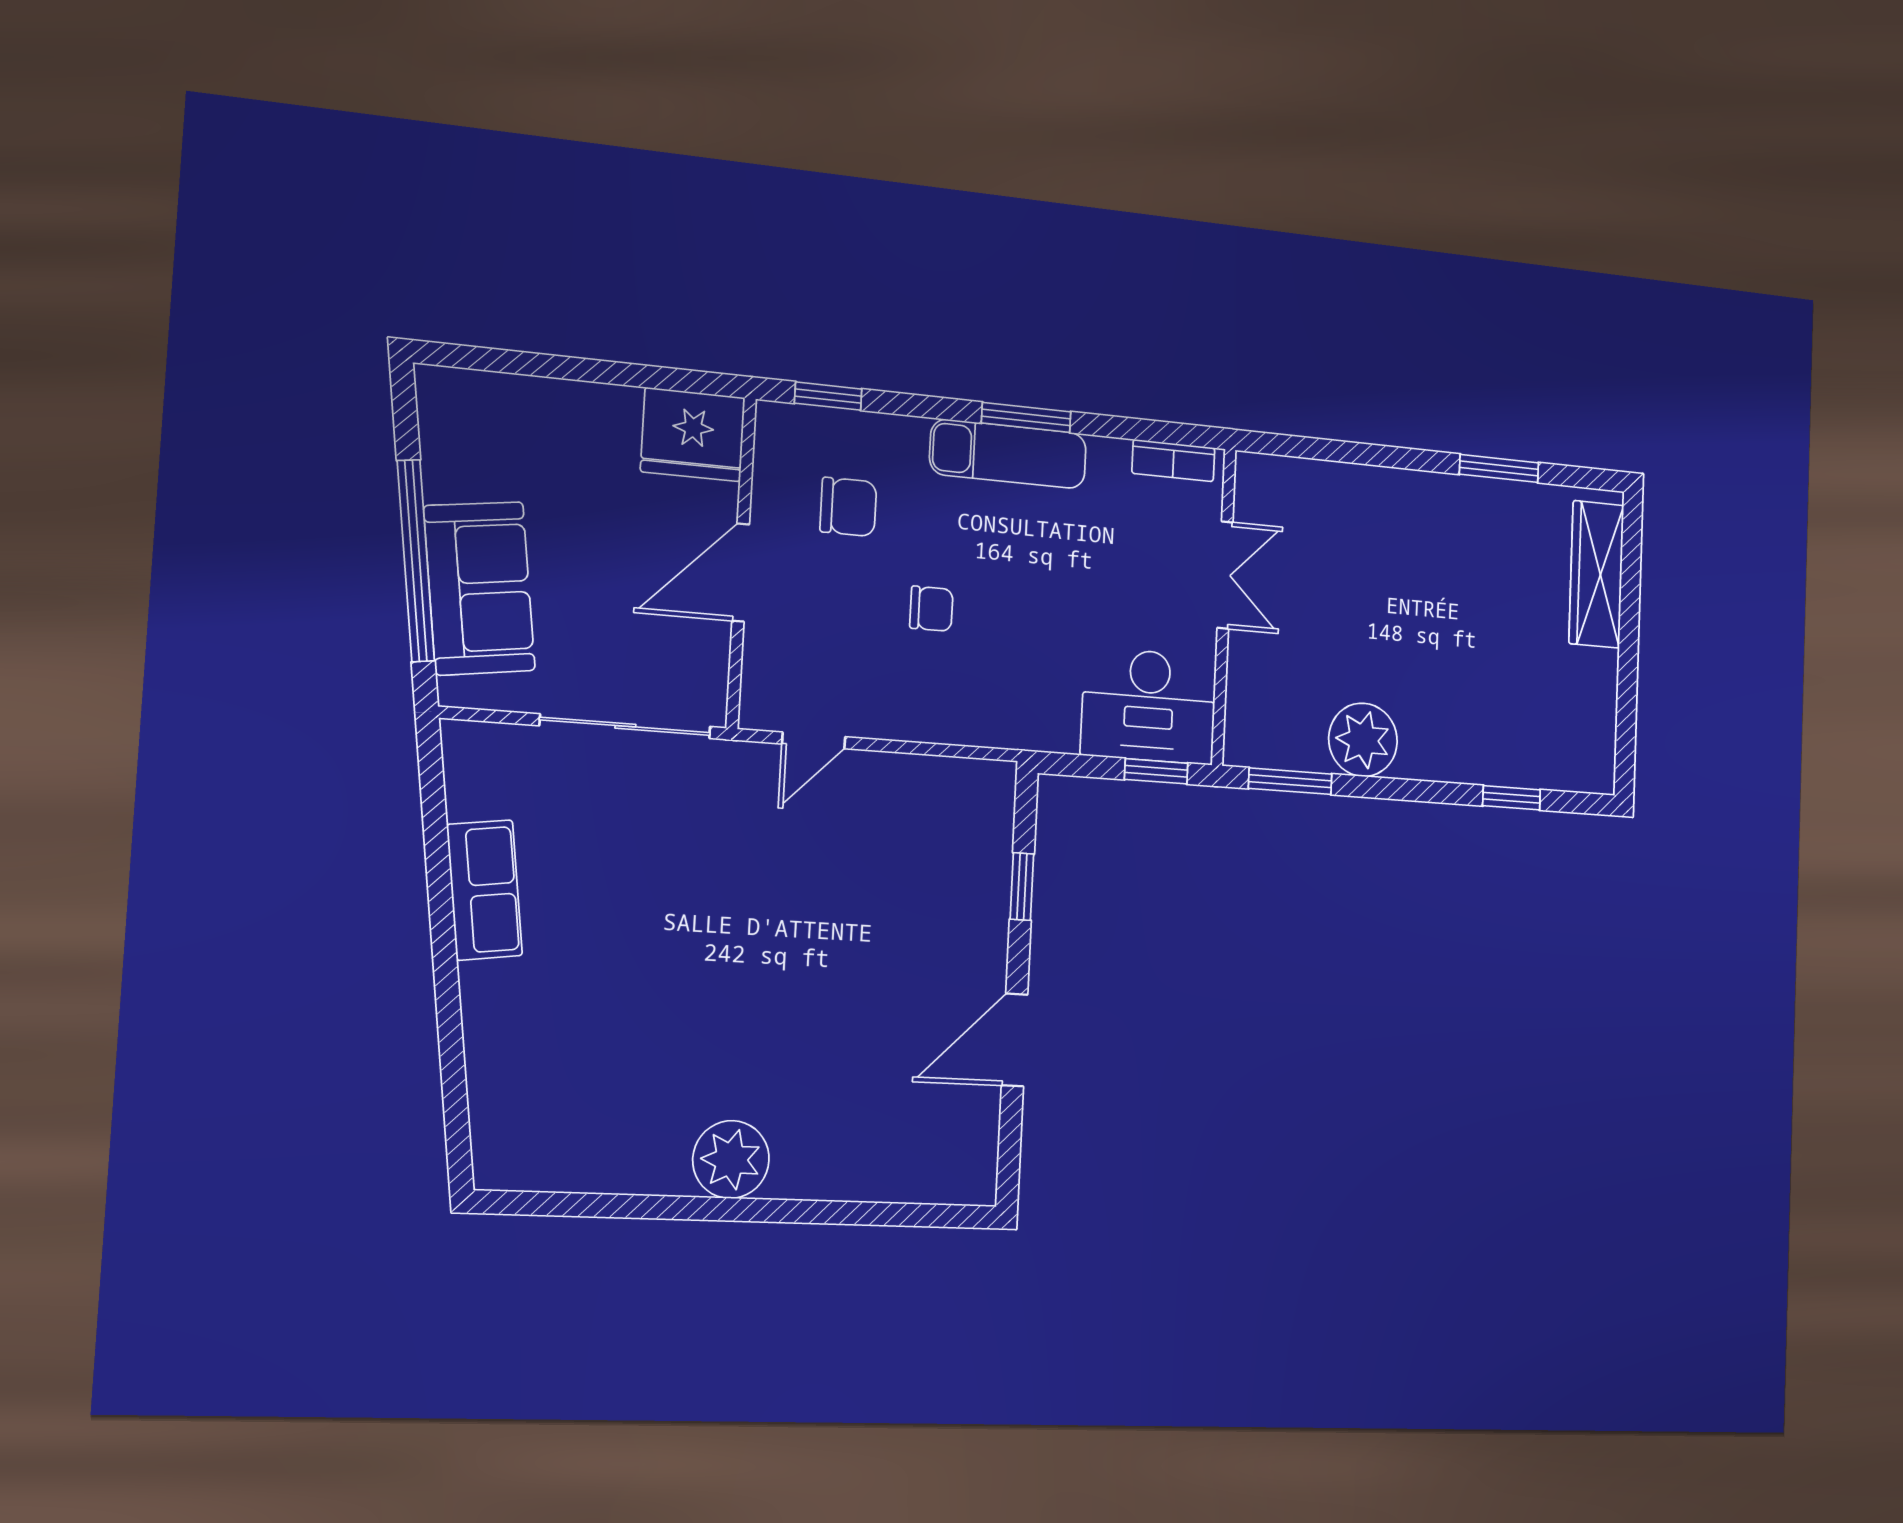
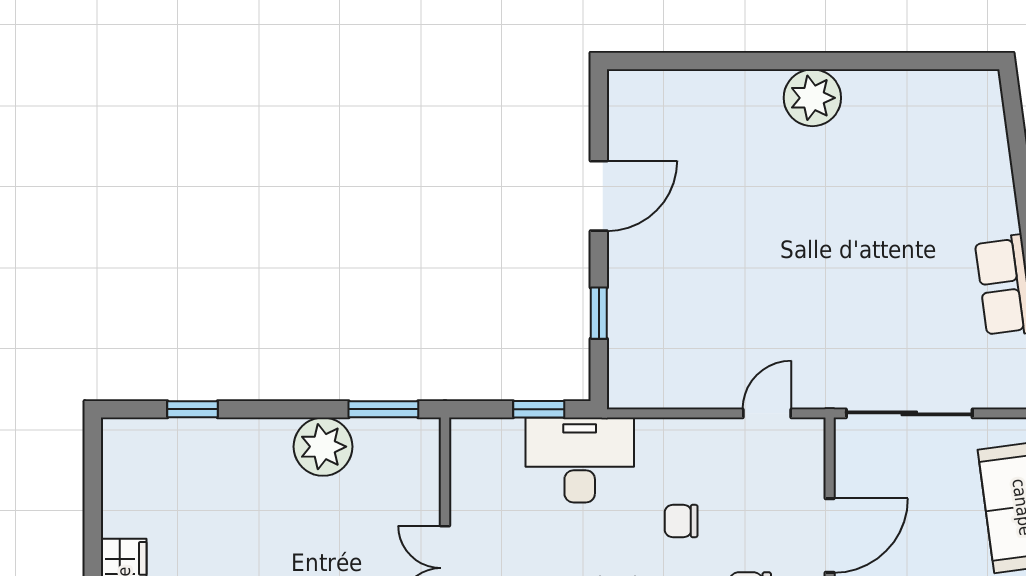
desk: (1149, 706) -> (580, 460), moved
window: (1156, 771) -> (539, 409), moved

